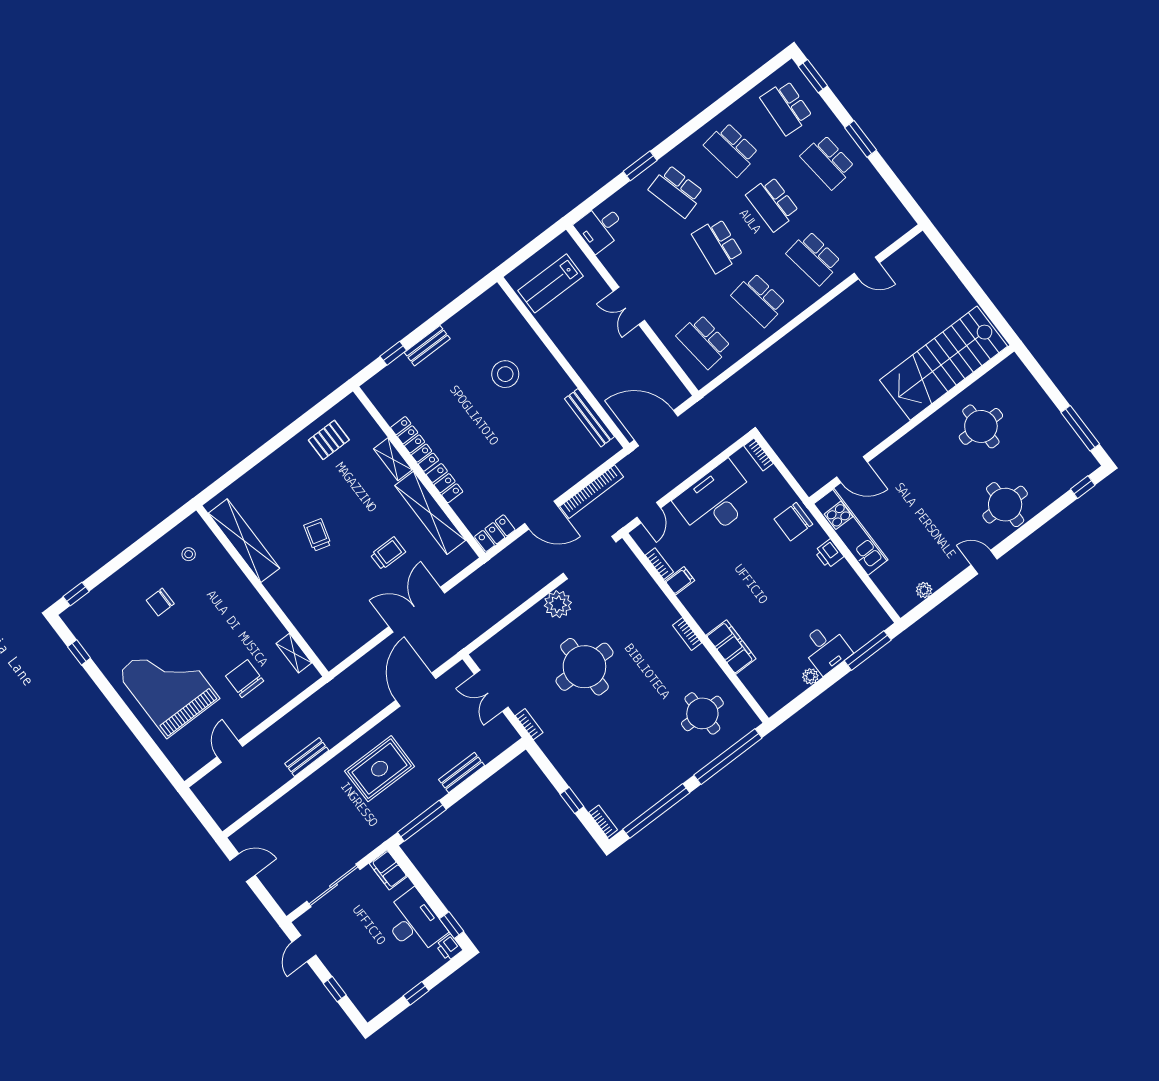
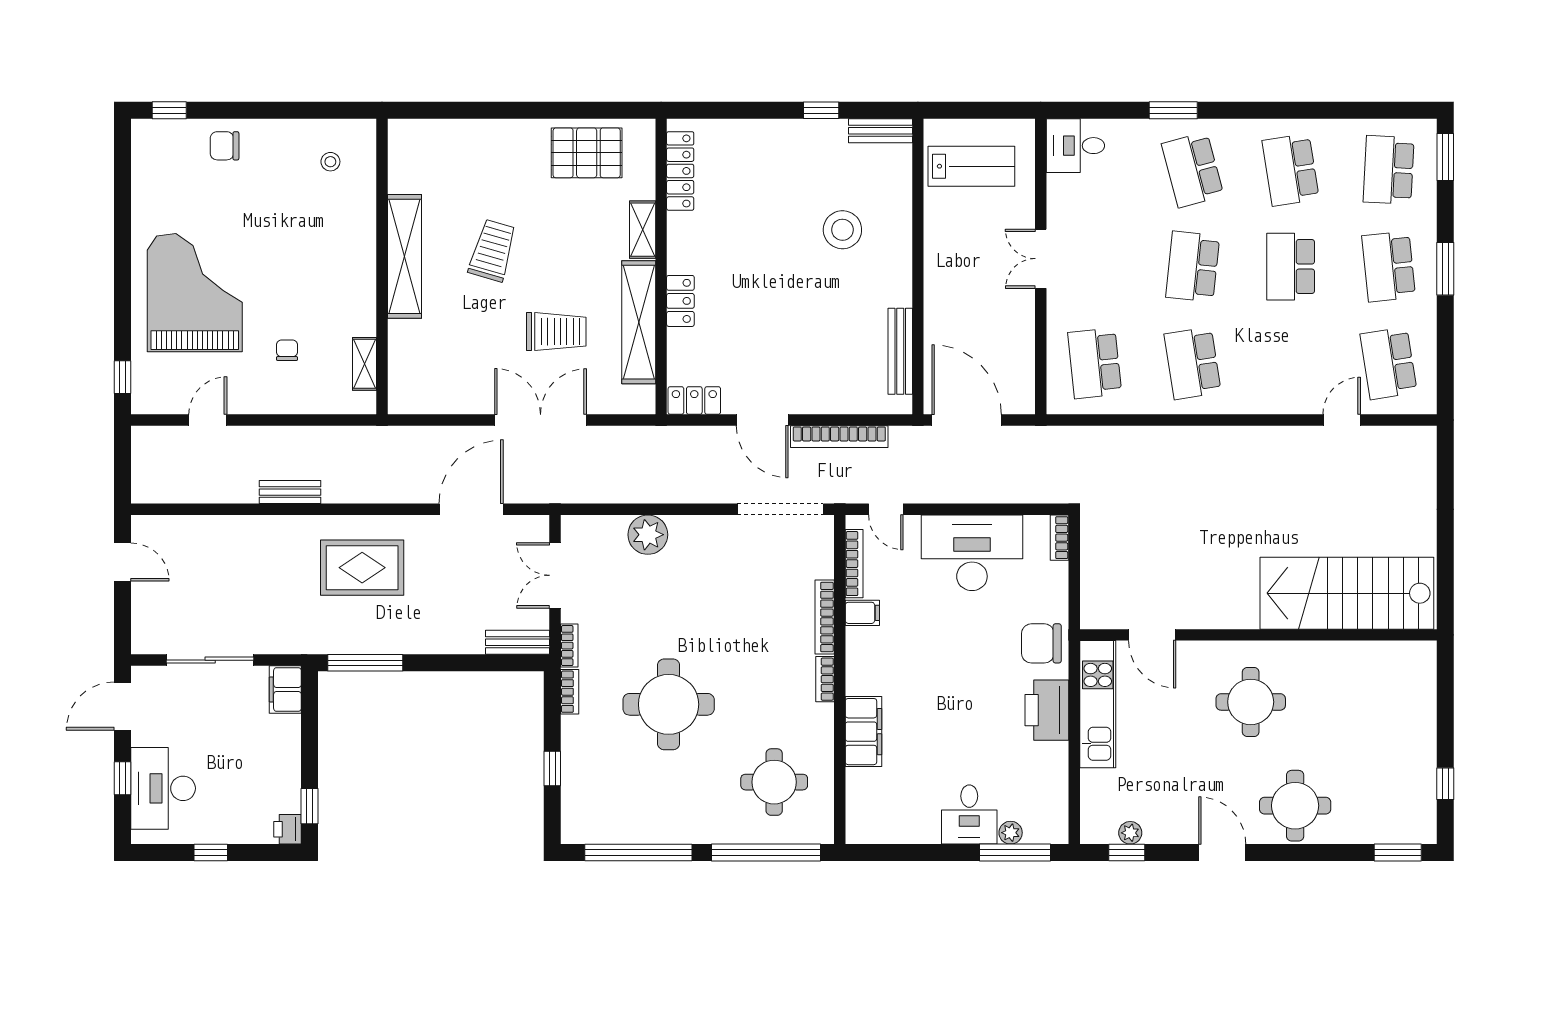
school desk: (814, 258) -> (1389, 363), moved
door: (867, 268) -> (1342, 420), swing flipped
lab bench: (551, 283) -> (971, 166), turned 180
bench: (427, 346) -> (881, 131), moved
window: (393, 353) -> (821, 110), moved
round table: (981, 426) -> (1251, 702), moved
window: (1080, 428) -> (1445, 784), width x0.46
pallet: (329, 440) -> (587, 153), width x1.50, depth x1.42
locker: (415, 444) -> (680, 171), moved
window: (1083, 487) -> (1398, 853), width x1.50
door: (649, 513) -> (886, 509), hinge flipped
trolley: (318, 535) -> (492, 250), width x1.36, depth x1.39
shelving: (244, 541) -> (405, 256), moved
trolley: (388, 553) -> (556, 332), width x1.36, depth x1.39
printer: (829, 554) -> (1047, 710), width x1.87, depth x1.48
door: (984, 562) -> (1222, 853), width x1.38
bookcase: (659, 564) -> (854, 564), width x1.56
bookcase: (660, 599) -> (825, 617), added
chair: (160, 602) -> (225, 146), moved
window: (931, 603) -> (1127, 853), added
plant: (558, 604) -> (648, 535), moved
window: (79, 652) -> (122, 377), moved
round table: (584, 667) -> (669, 704), moved
plant: (810, 676) -> (1011, 833), moved
chair: (245, 679) -> (287, 350), width x0.54, depth x0.54
bench: (462, 772) -> (518, 642), moved
bookcase: (603, 821) -> (570, 692), moved
desk: (414, 923) -> (163, 788), moved, turned 180
door: (304, 949) -> (122, 706), width x1.38

